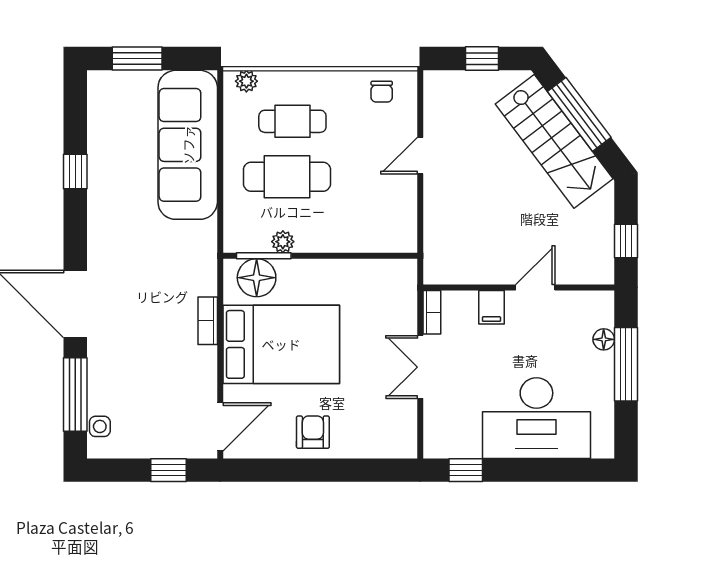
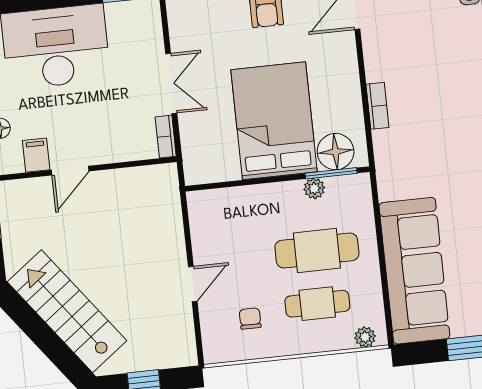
chair: (382, 92) -> (250, 319), moved
window: (579, 114) -> (46, 339), removed
filing cabinet: (492, 307) -> (36, 155), moved
bed: (281, 344) -> (274, 121), moved, turned 90

